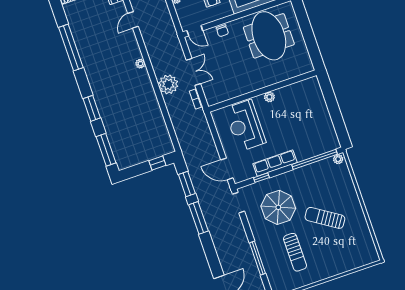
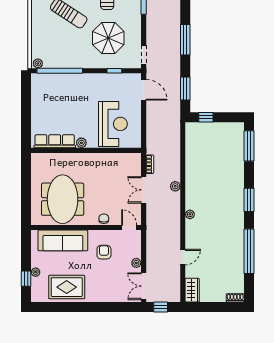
plant: (168, 84) -> (175, 186), width x0.53, depth x0.53
window: (92, 108) -> (249, 200), moved
row of seats: (275, 163) -> (55, 141), moved, turned 180
window: (199, 218) -> (185, 40), moved

